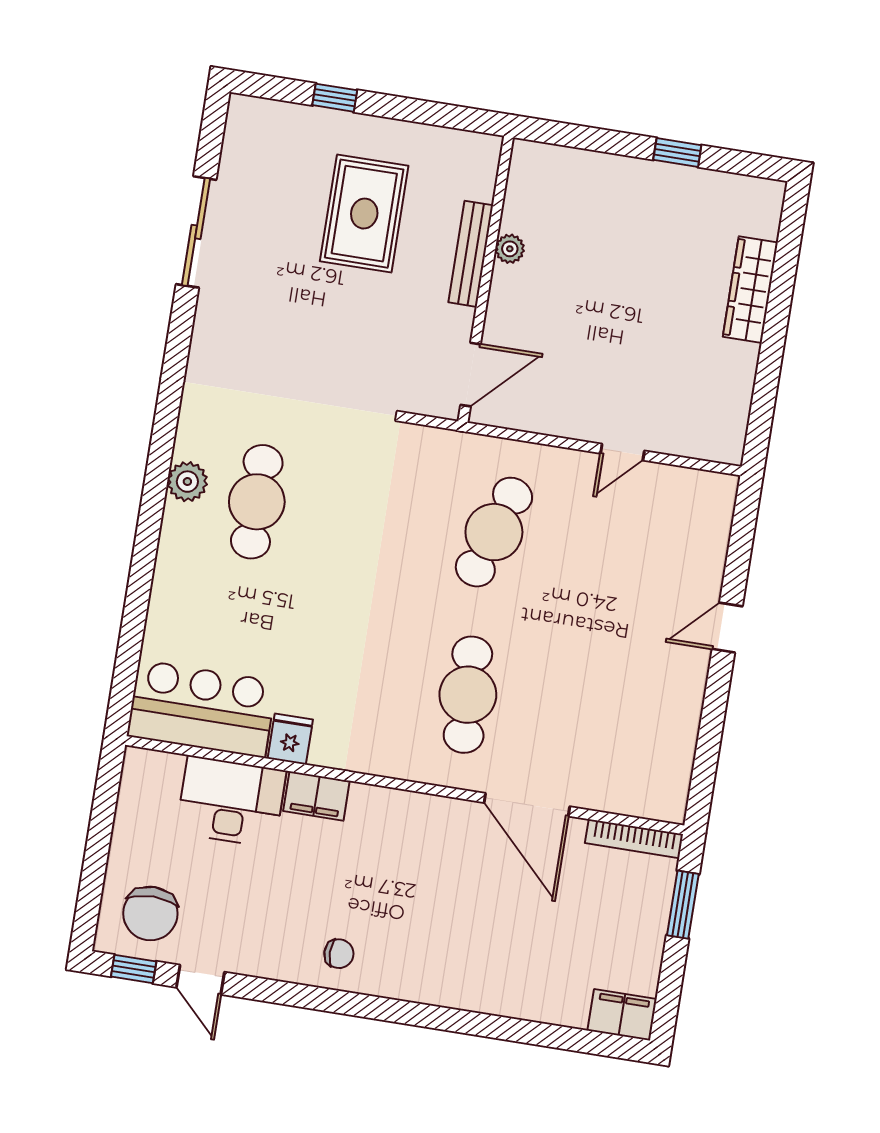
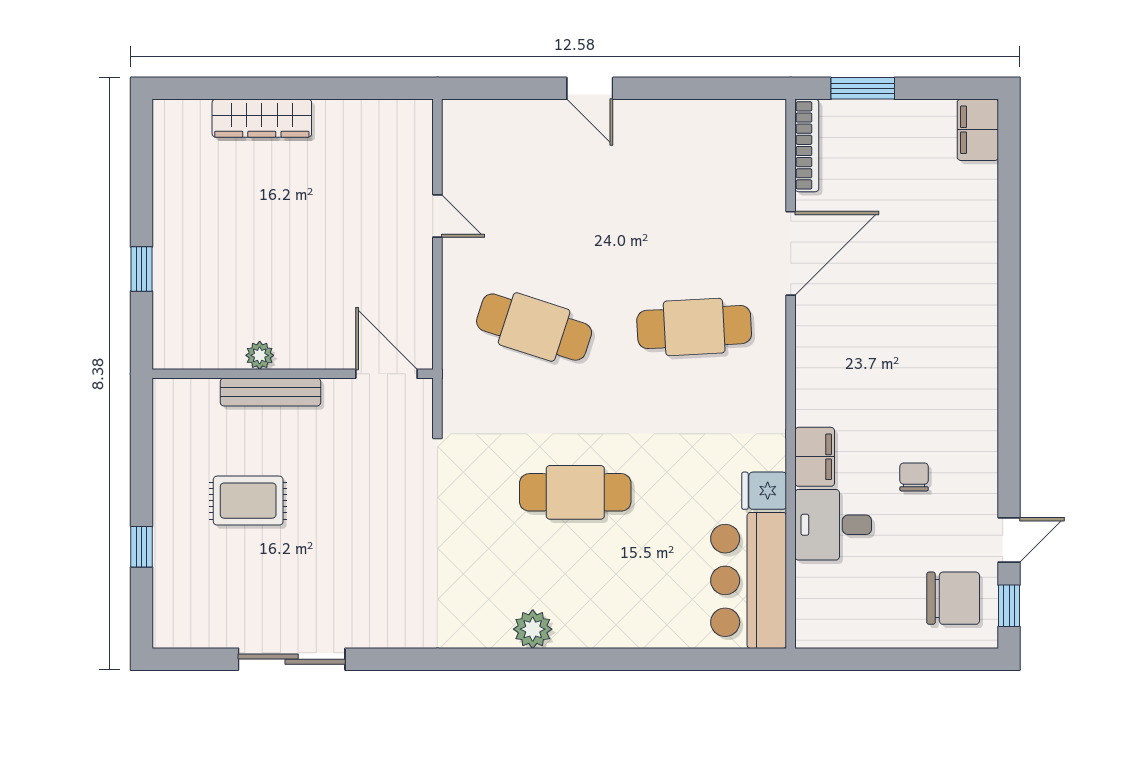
window: (677, 153) -> (141, 269), moved
rug: (364, 214) -> (248, 501), width x0.73, depth x0.70
cafe table: (257, 502) -> (575, 492), moved
desk: (231, 802) -> (833, 525), width x0.73
chair: (339, 954) -> (914, 477), moved

